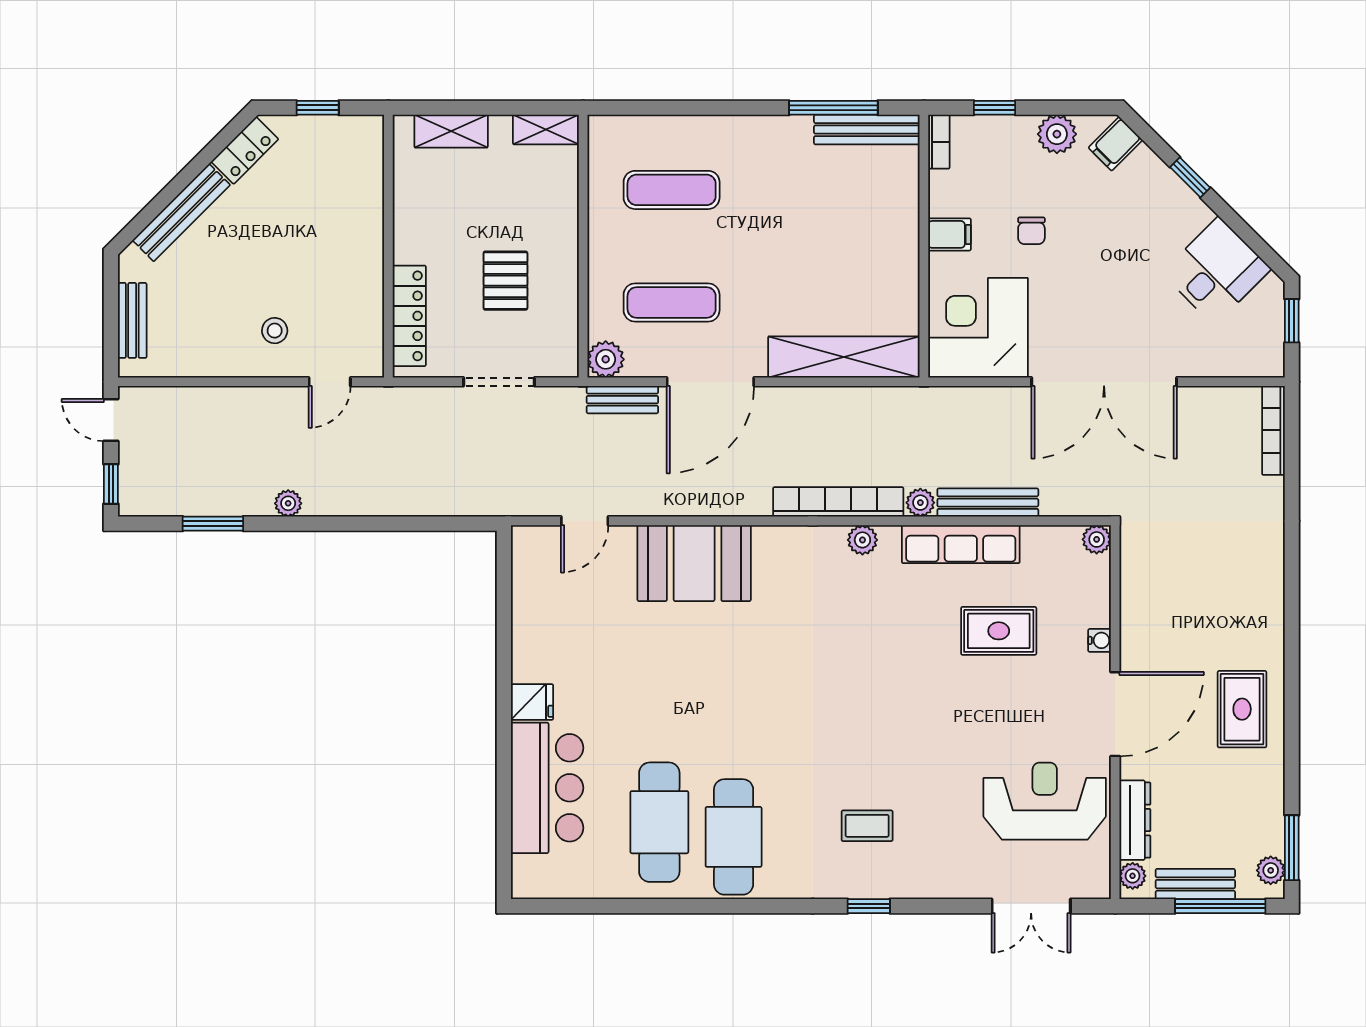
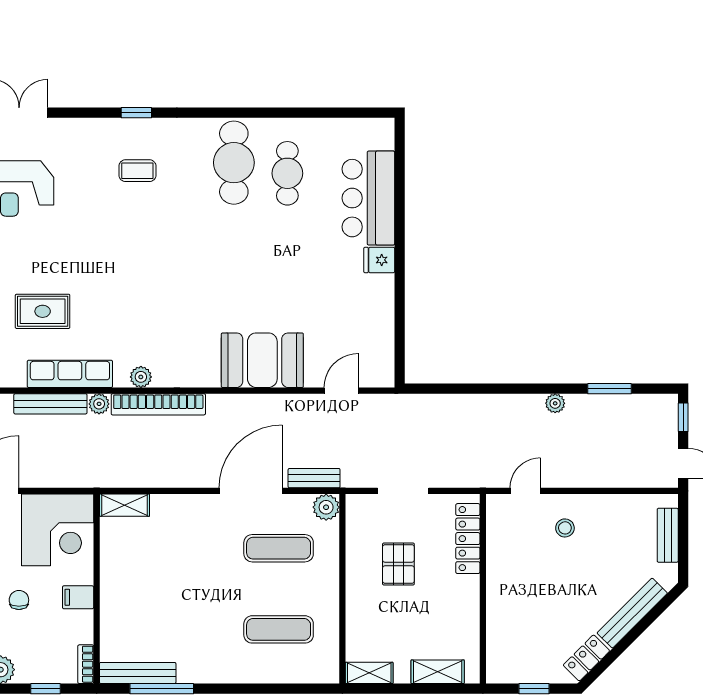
shelving: (844, 357) -> (124, 505), width x0.45, depth x0.75
cafe table: (659, 822) -> (287, 173), width x0.73, depth x0.74

